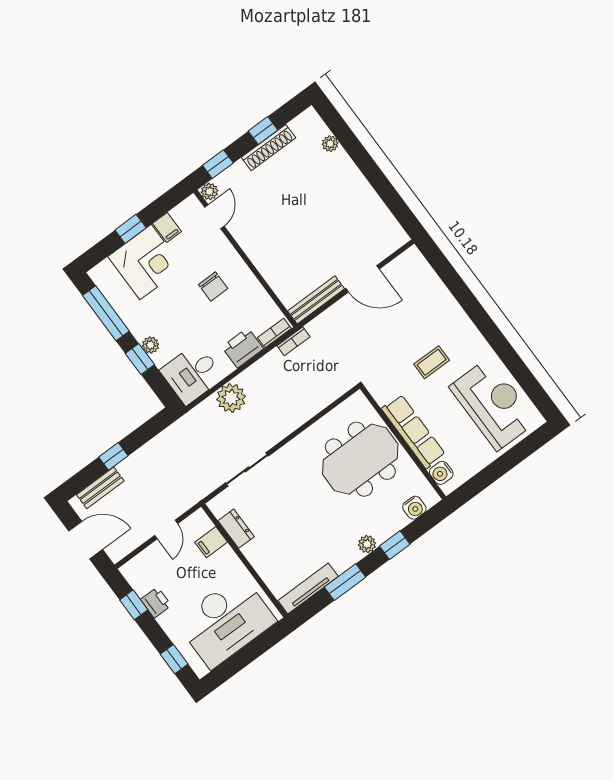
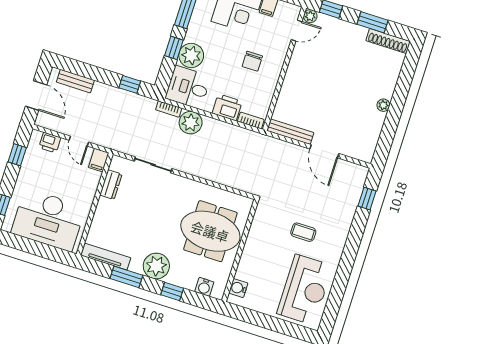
window: (263, 131) -> (373, 22), width x1.50
plant: (330, 144) -> (383, 105), moved
shoe rack: (269, 148) -> (388, 41), moved
window: (444, 270) -> (367, 199), added
bookcase: (294, 341) -> (169, 109), moved
plant: (150, 345) -> (191, 55), width x1.88, depth x1.88
row of seats: (413, 432) -> (252, 252), removed
window: (113, 456) -> (130, 84), moved
door: (166, 529) -> (79, 141), hinge flipped
filing cabinet: (211, 542) -> (99, 160), moved, turned -90
plant: (367, 544) -> (156, 266), width x1.87, depth x1.87
printer: (156, 602) -> (50, 143), moved, turned 90

